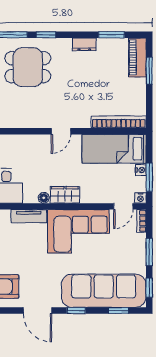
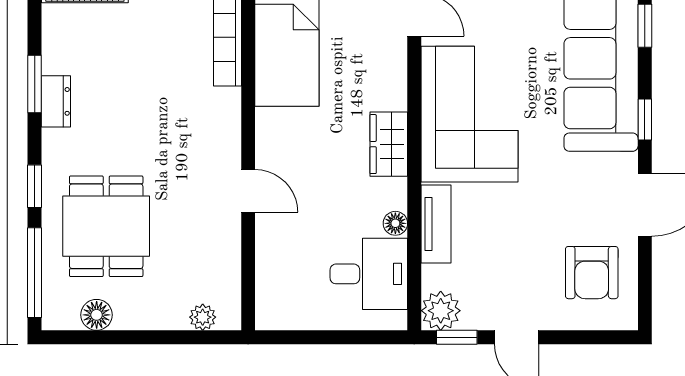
window: (111, 35) -> (35, 84), moved
door: (61, 131) -> (248, 191), moved
floor lamp: (44, 198) -> (395, 223), moved

